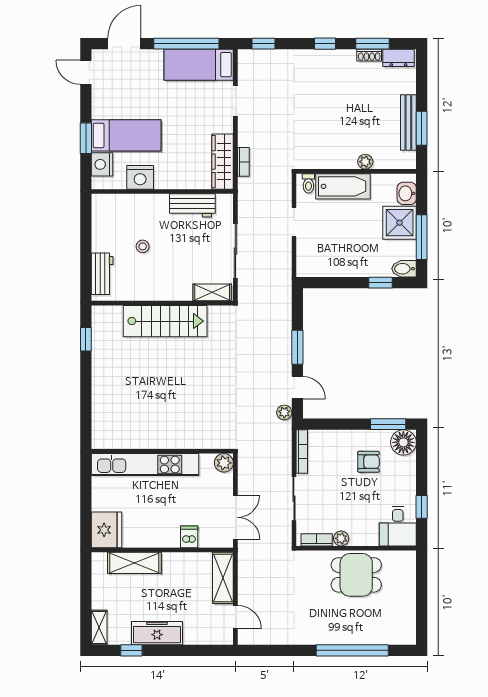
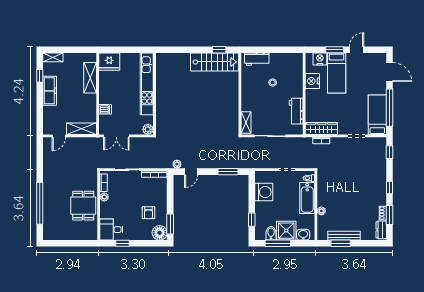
door: (86, 72) -> (357, 50), moved
washing machine: (333, 262) -> (264, 192), added
bidet: (404, 269) -> (271, 233), moved
stairs: (165, 321) -> (215, 62), moved, turned -90
window: (297, 347) -> (228, 172), moved

